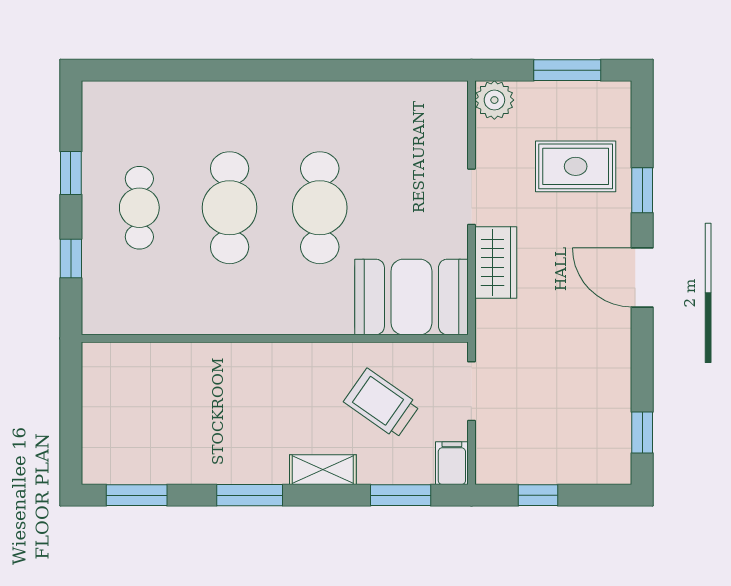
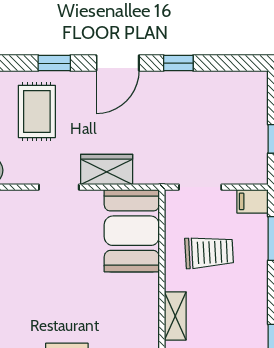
cafe table: (320, 208) -> (67, 297), removed
trolley: (382, 403) -> (209, 252), turned -128
window: (642, 432) -> (178, 63), moved
shelving: (323, 470) -> (175, 316), moved

